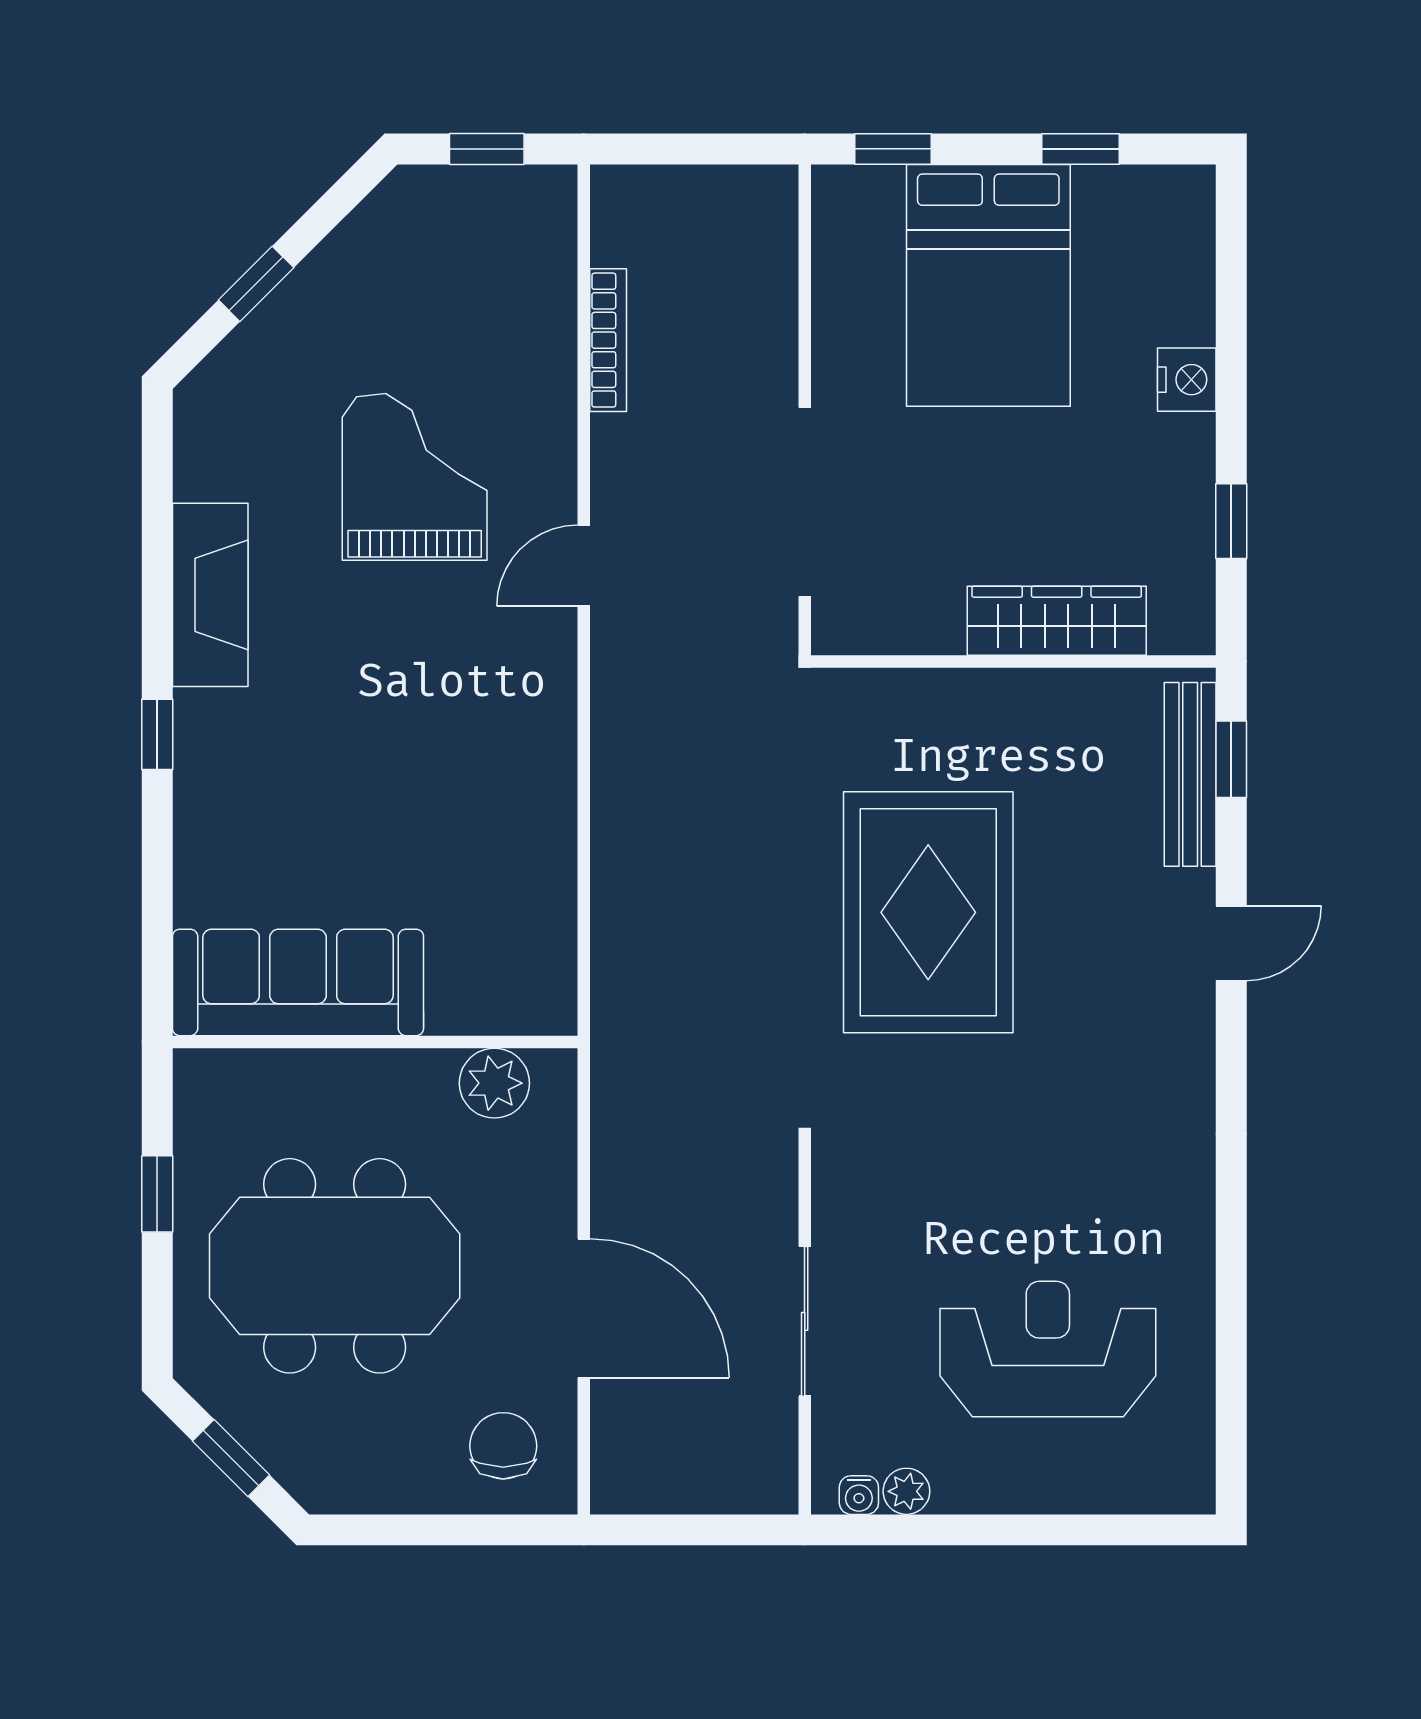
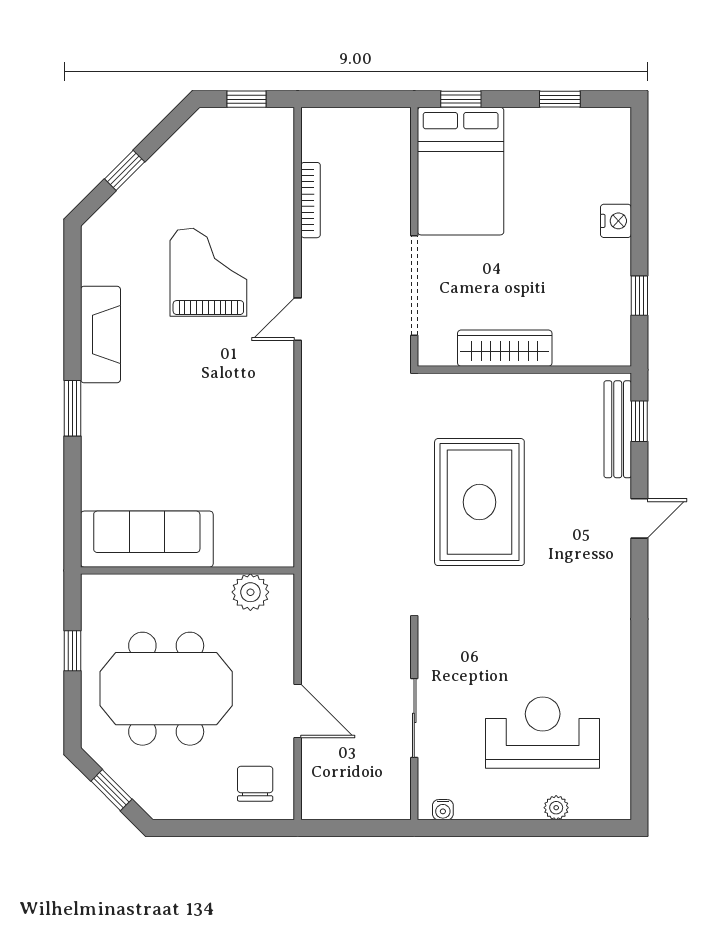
bed: (988, 285) -> (461, 171), moved
wardrobe: (1057, 621) -> (505, 348), moved
window: (157, 734) -> (72, 408), width x1.50
door: (584, 1308) -> (298, 711), width x0.73
plant: (906, 1491) -> (556, 808), moved

